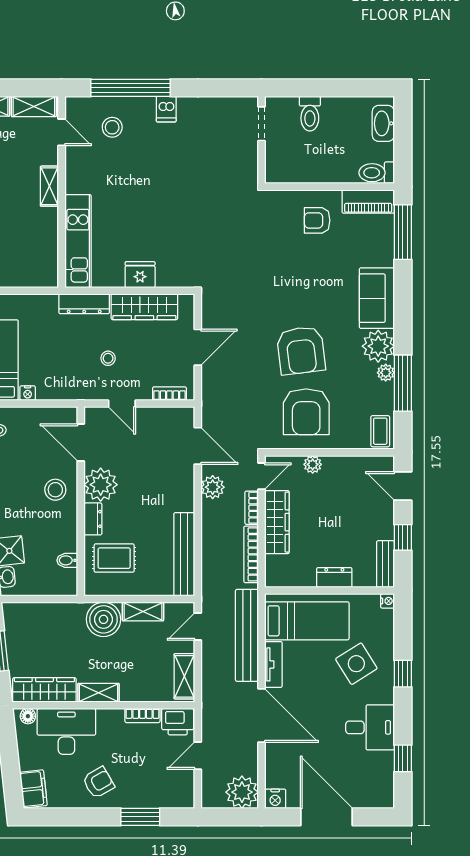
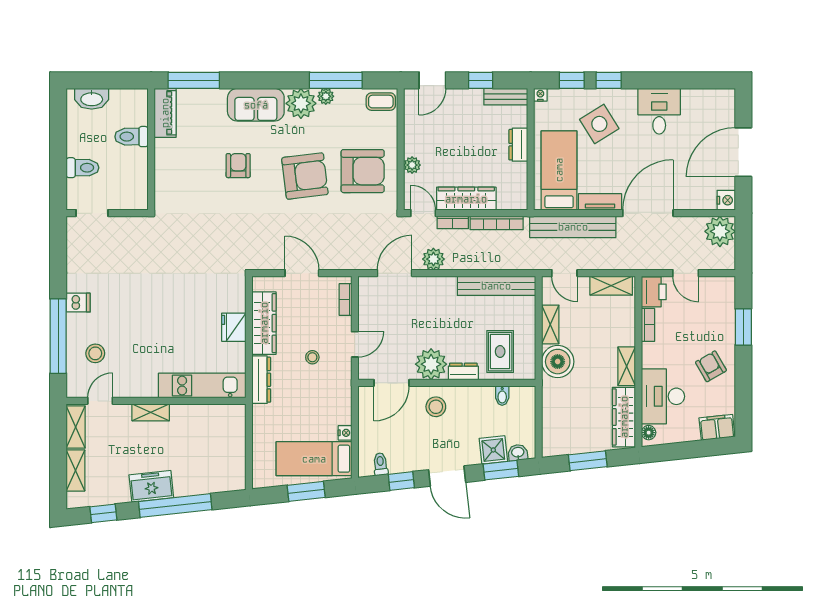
toilet: (377, 173) -> (131, 137), moved, turned 90
armchair: (317, 220) -> (238, 166), moved, turned 180
window: (403, 758) -> (572, 80), moved

